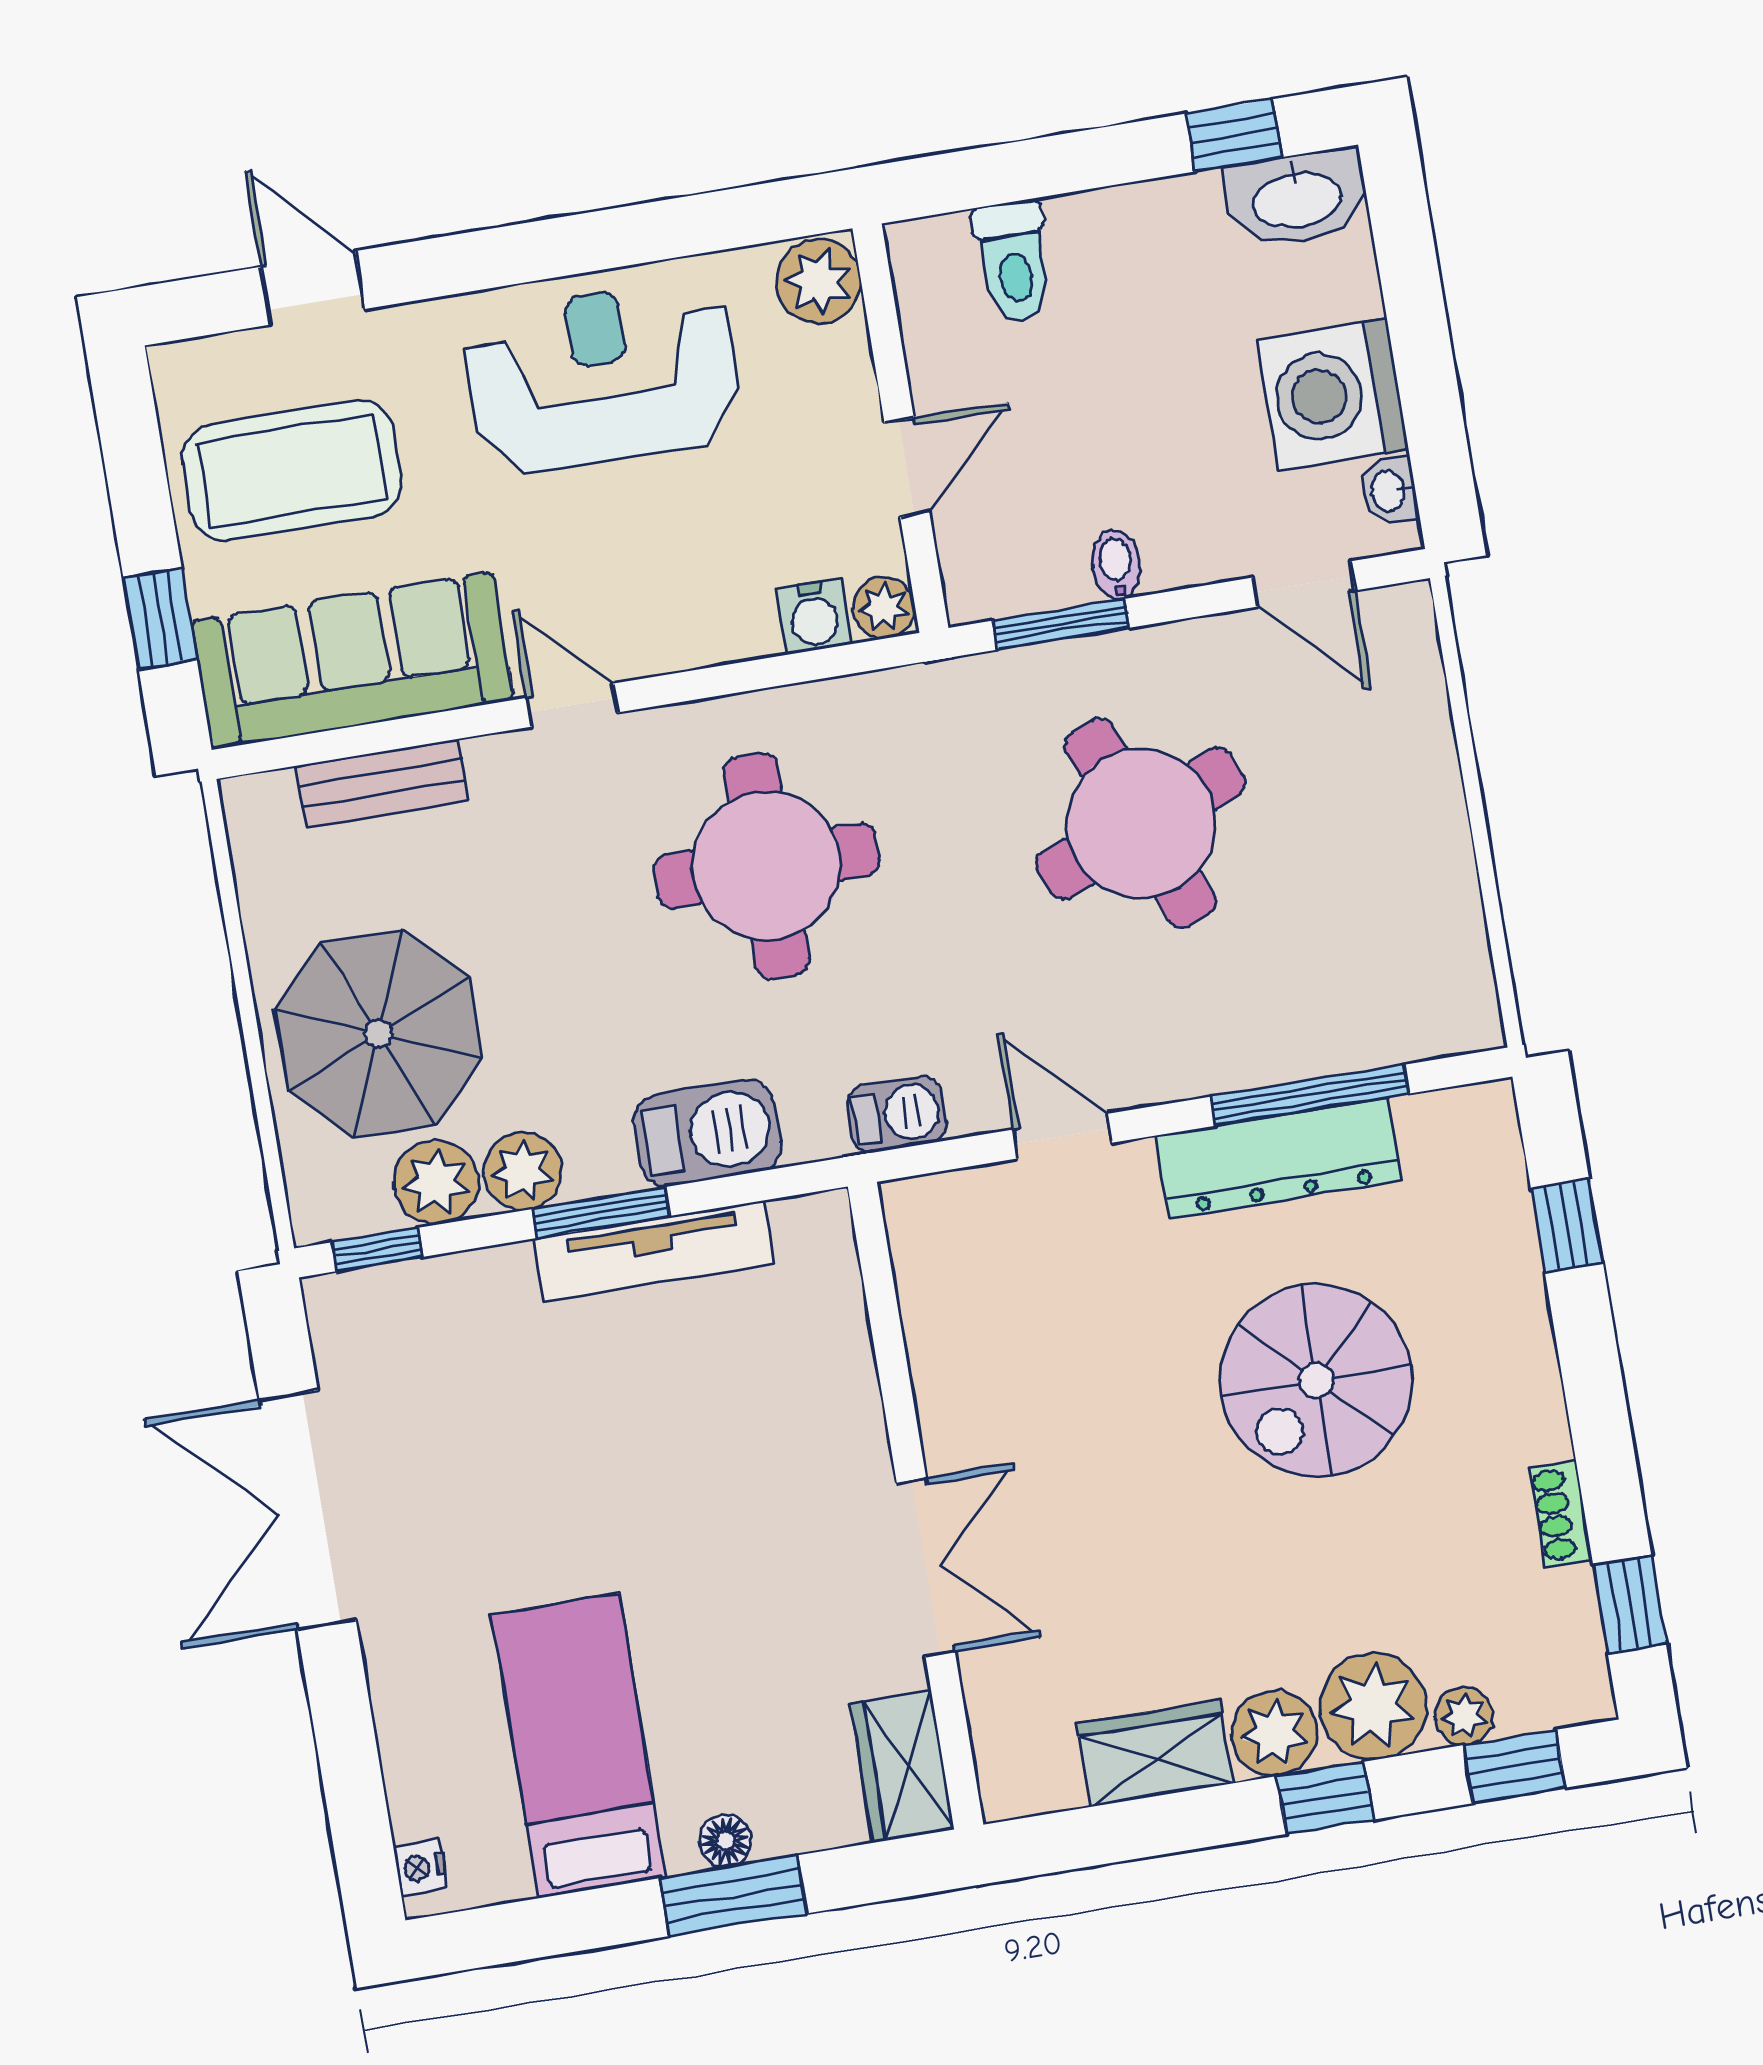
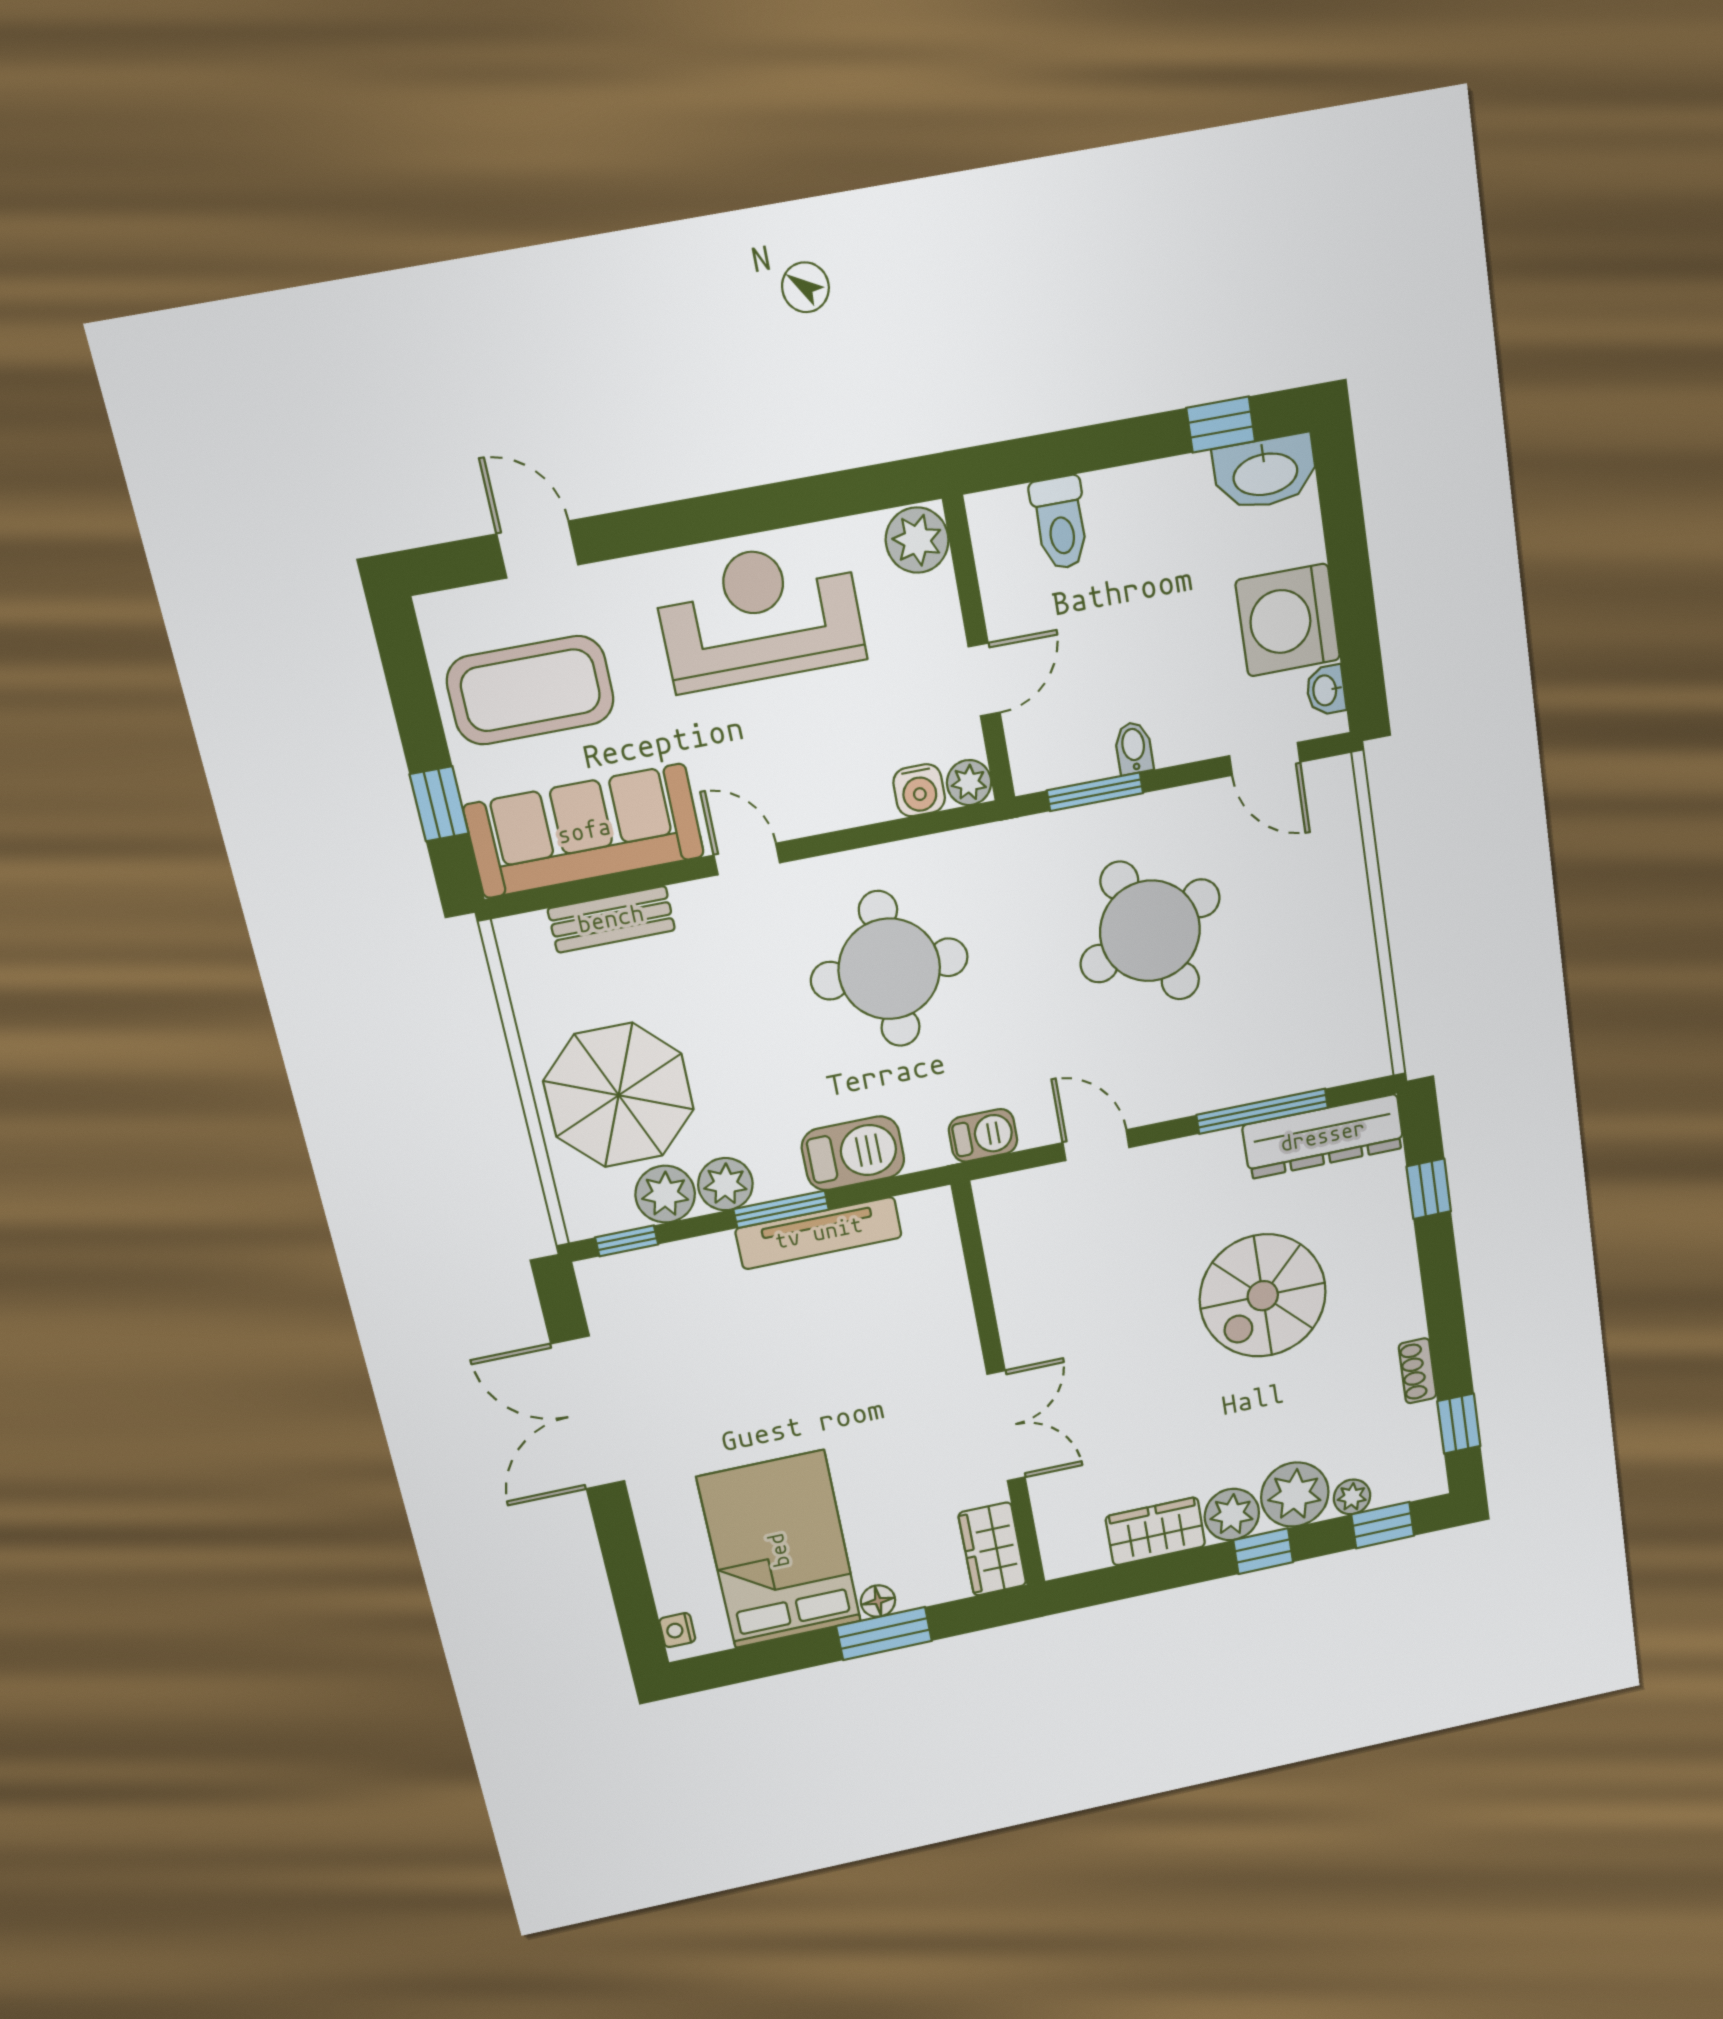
dresser: (1278, 1158) -> (1323, 1136), moved
bed: (579, 1746) -> (779, 1550), width x1.50

